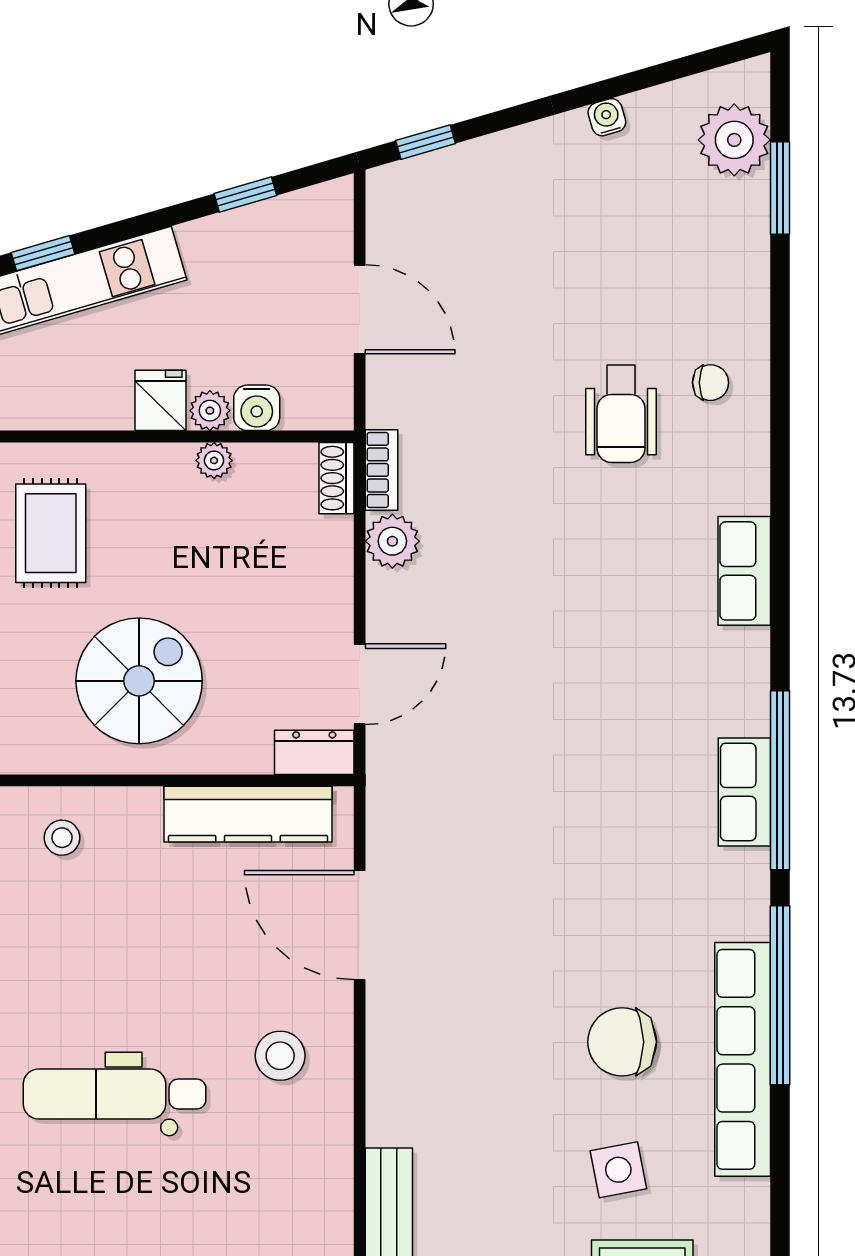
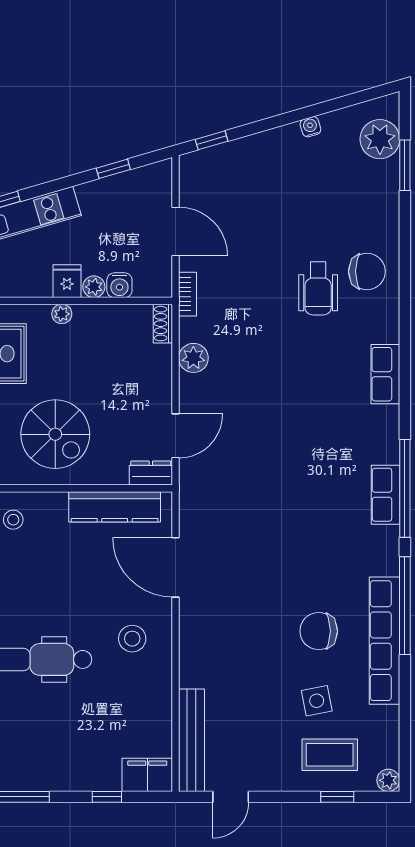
chair: (711, 383) -> (367, 271), width x1.87, depth x1.87
plant: (214, 460) -> (62, 314), moved
bookcase: (382, 470) -> (188, 294), moved
spiral stairs: (139, 681) -> (55, 434), turned 90

